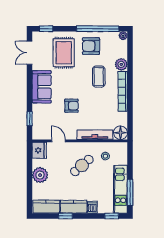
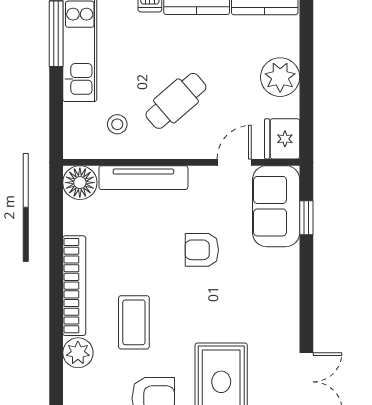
sofa: (42, 87) -> (276, 206), moved
door: (59, 141) -> (234, 162), swing flipped

